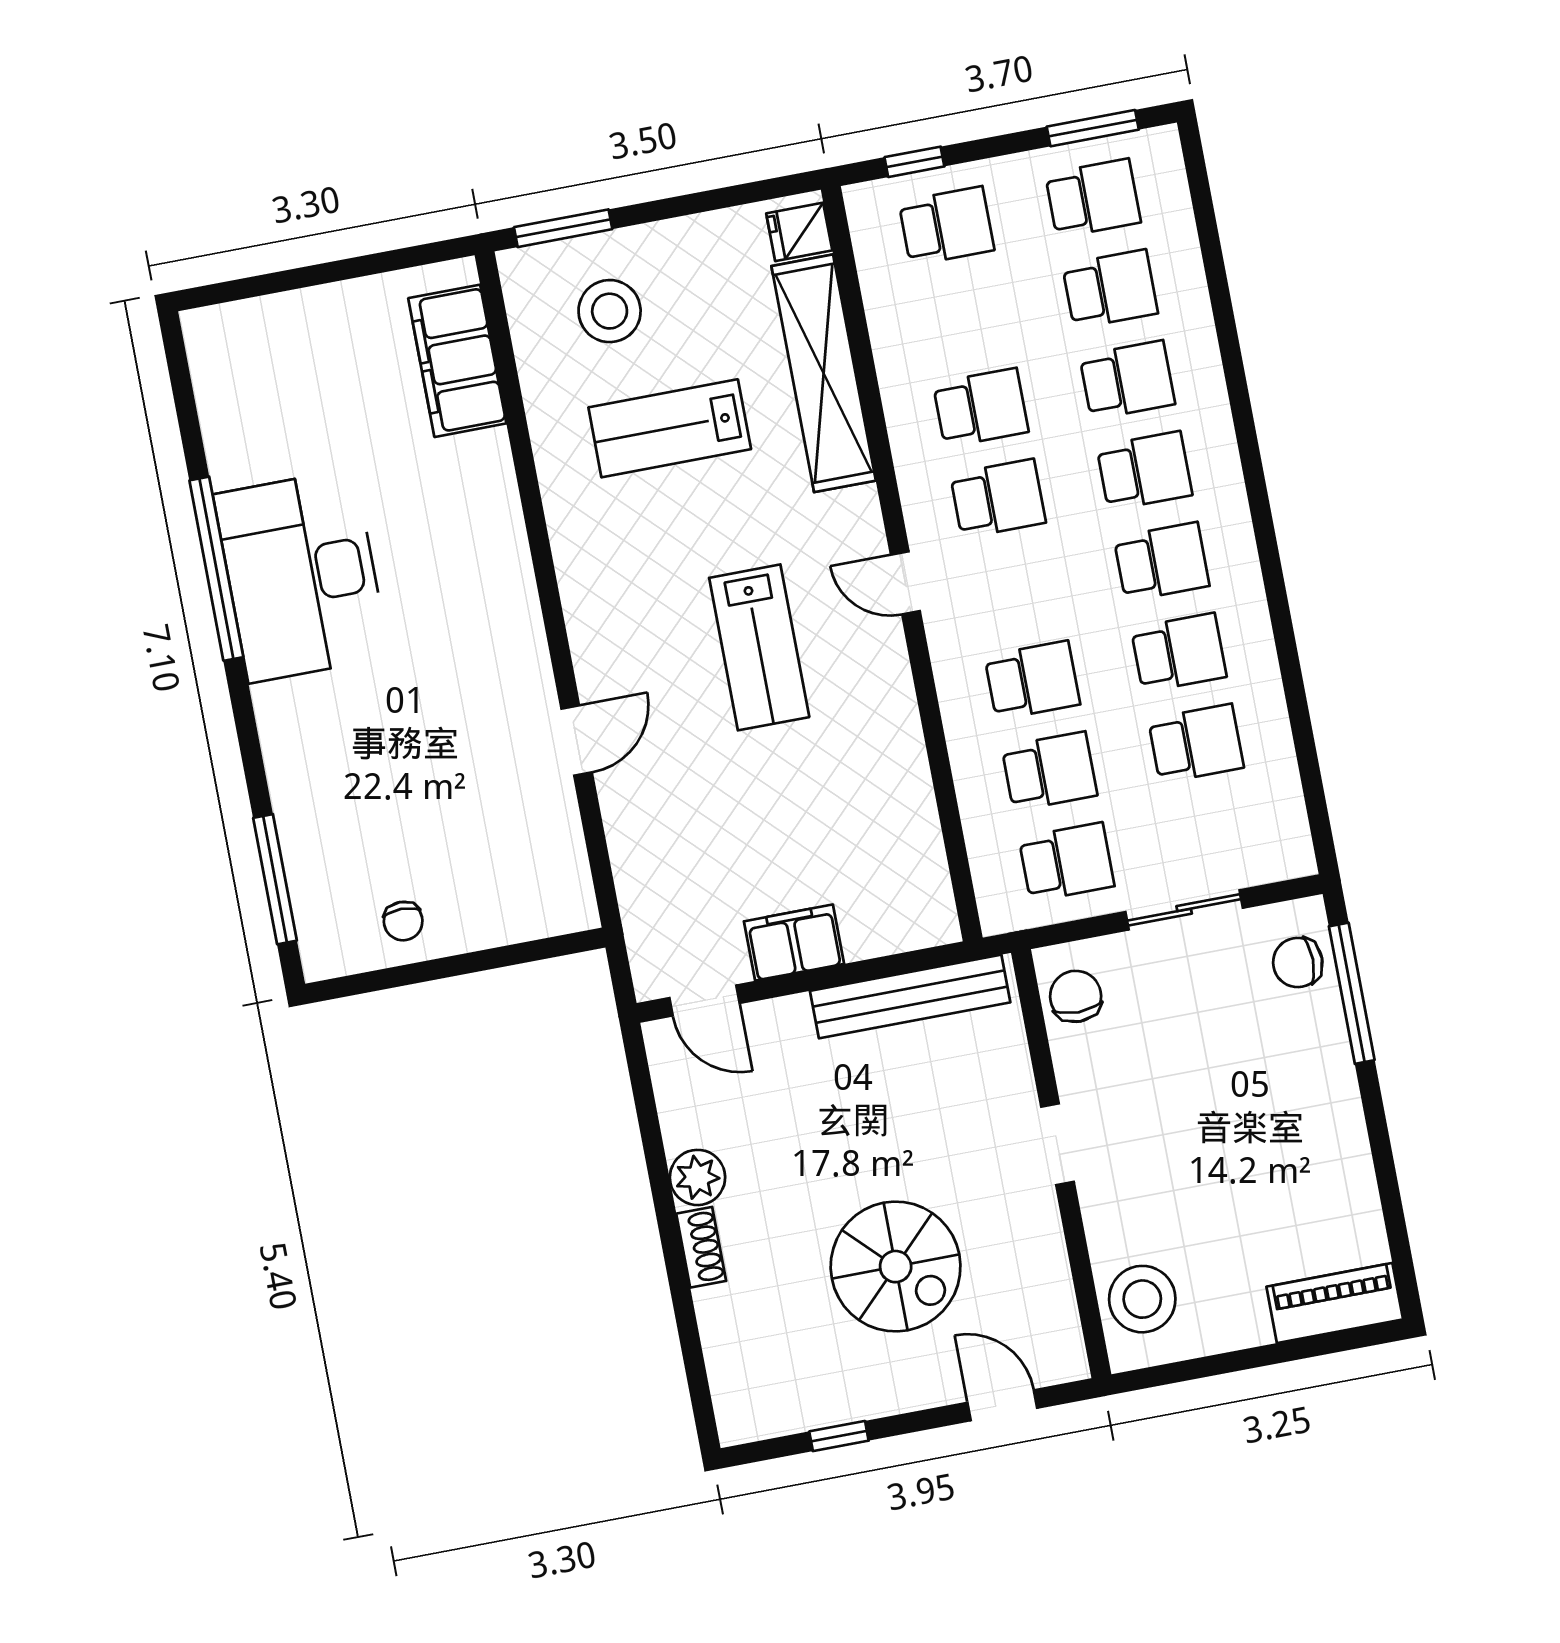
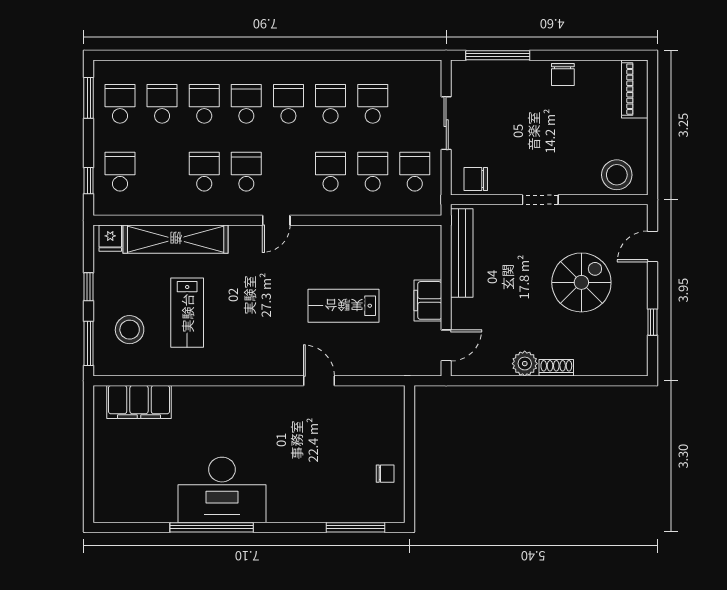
window: (685, 205) -> (89, 287), added
lab bench: (759, 647) -> (344, 306), moved, turned 180
chair: (1298, 962) -> (563, 74), moved

